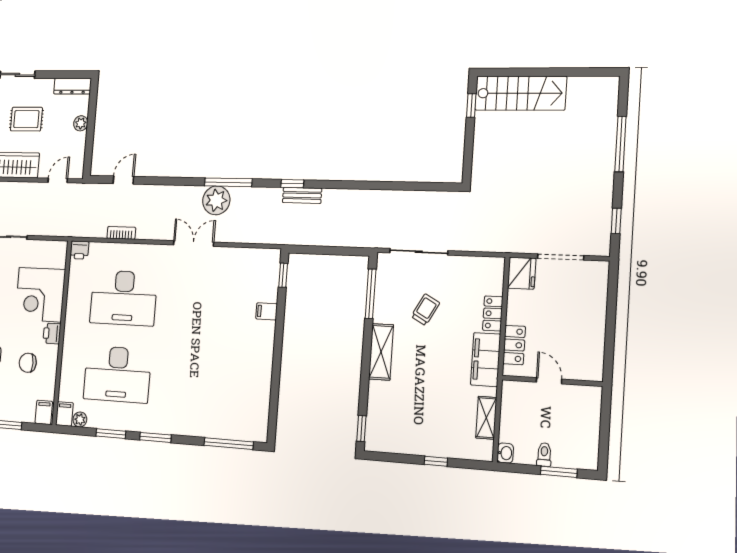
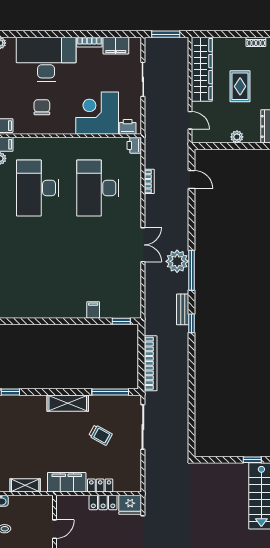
bench: (302, 195) -> (183, 309), moved
bookcase: (338, 239) -> (151, 363), added
printer: (52, 333) -> (128, 127), moved
locker: (514, 345) -> (103, 502), moved

